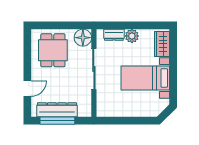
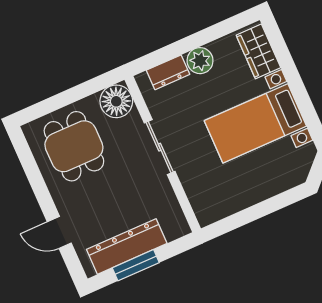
sliding door: (94, 69) -> (160, 147), width x0.73
door: (27, 89) -> (59, 232), swing flipped
window: (57, 121) -> (136, 265), width x0.69

